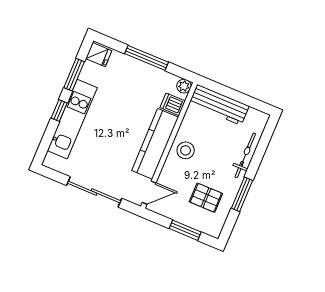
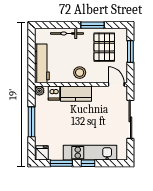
kitchen counter: (155, 144) -> (76, 94), width x0.67
pallet: (206, 198) -> (104, 47), width x1.50, depth x1.42

